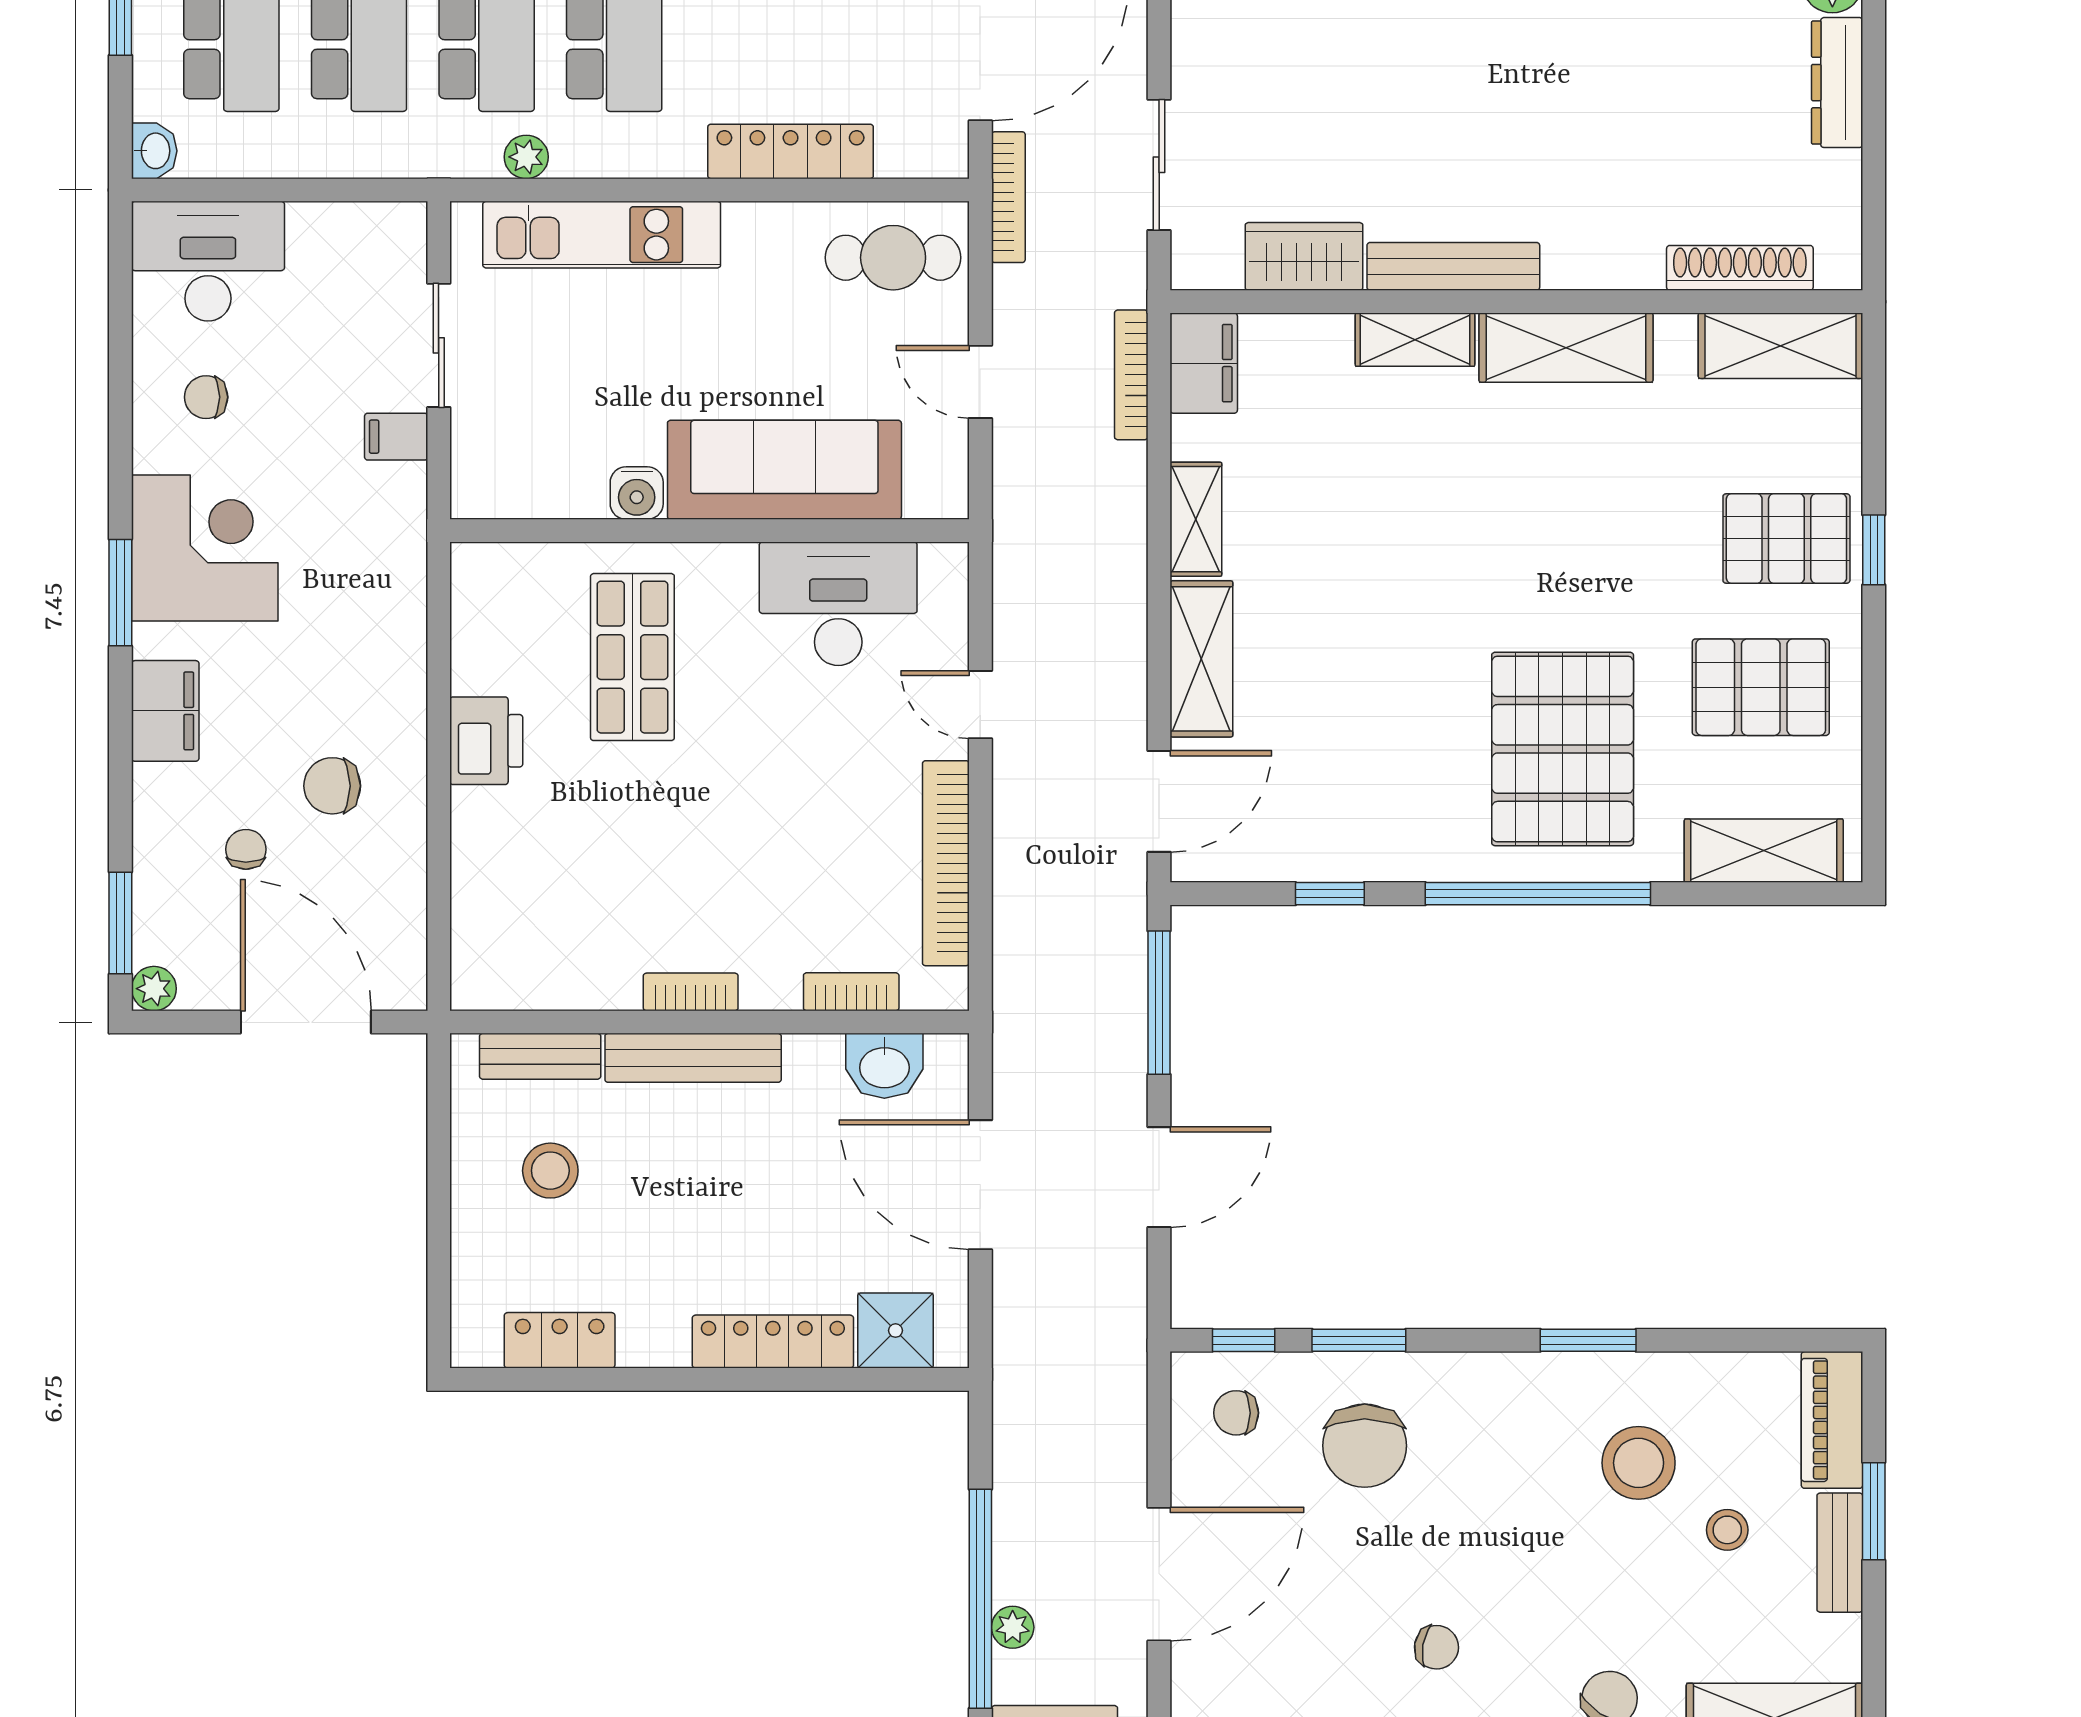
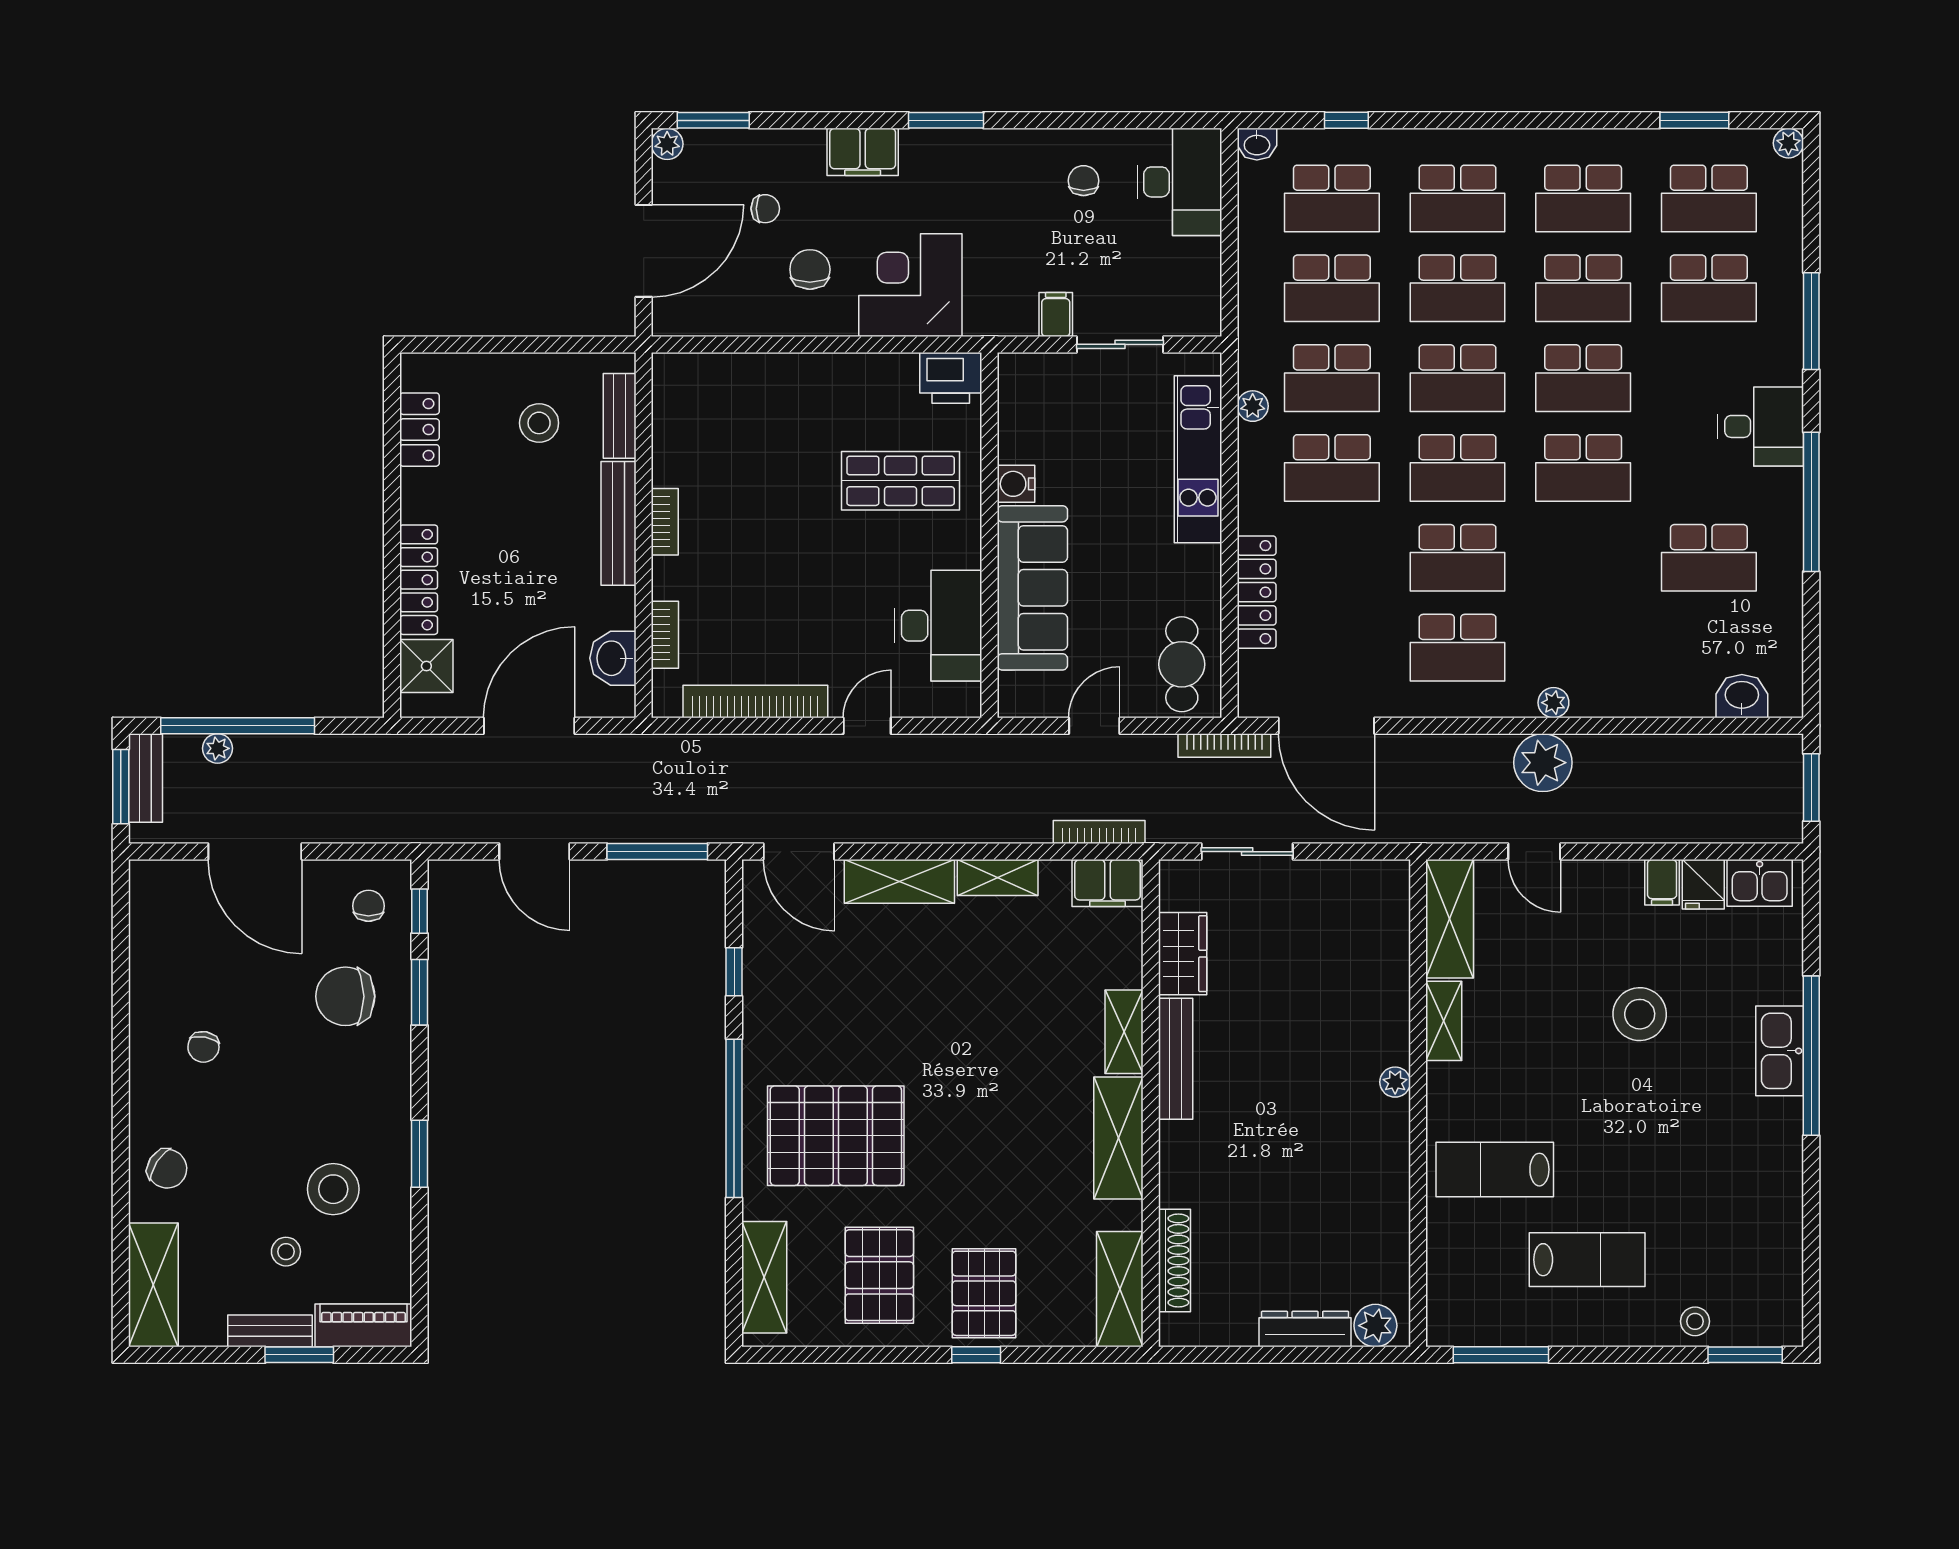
corner desk: (205, 548) -> (910, 285), moved, turned 180
printer: (486, 741) -> (951, 378), moved

